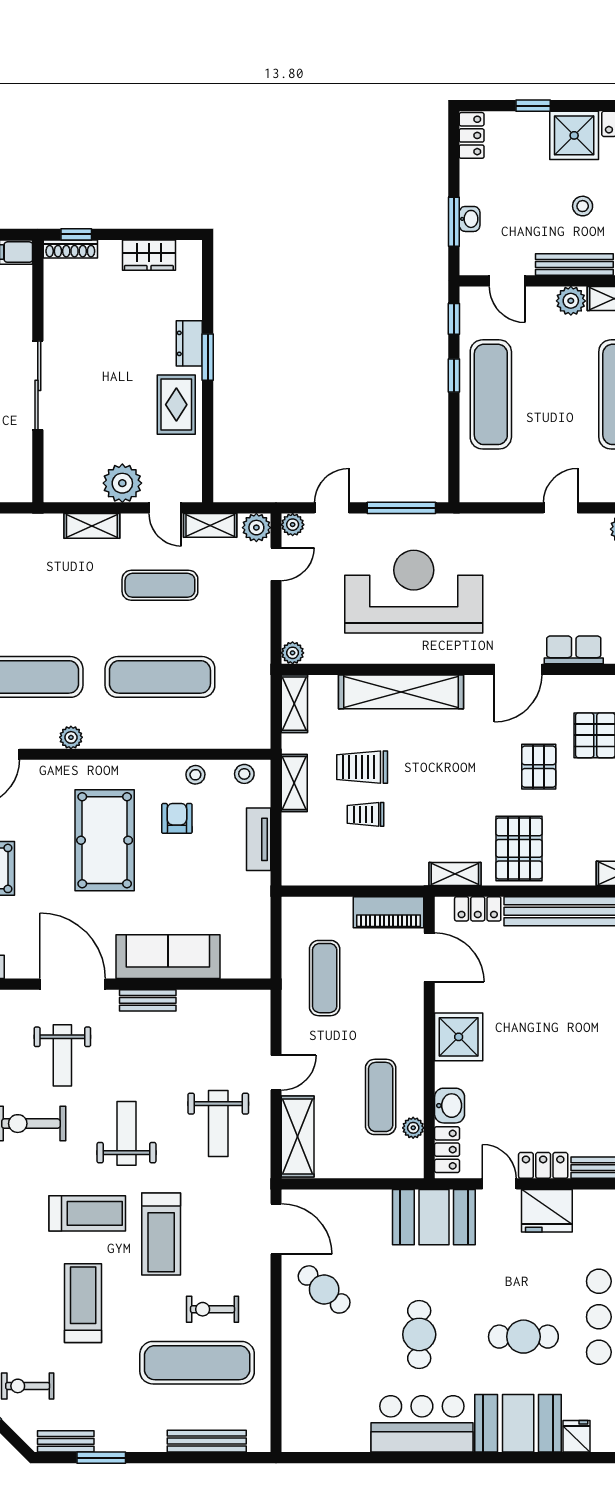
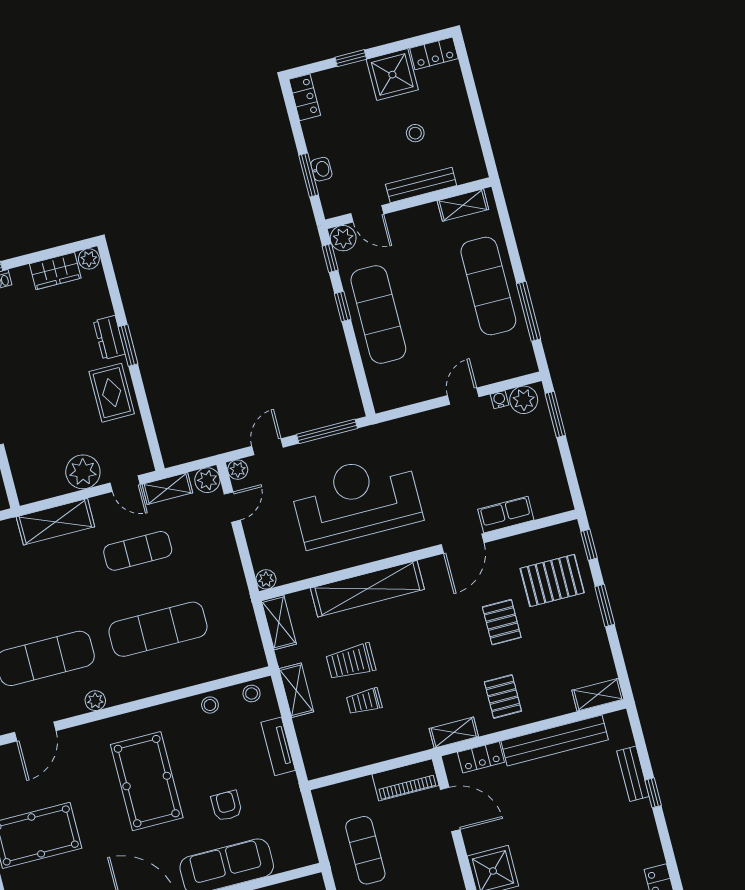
plant: (189, 251) -> (89, 259), added
plant: (571, 301) -> (343, 238), moved
water cooler: (599, 522) -> (499, 400), added
shelving: (92, 526) -> (55, 522), width x1.50, depth x1.33
armchair: (177, 818) -> (227, 806), moved
pallet: (519, 848) -> (503, 696), width x0.67, depth x0.71

